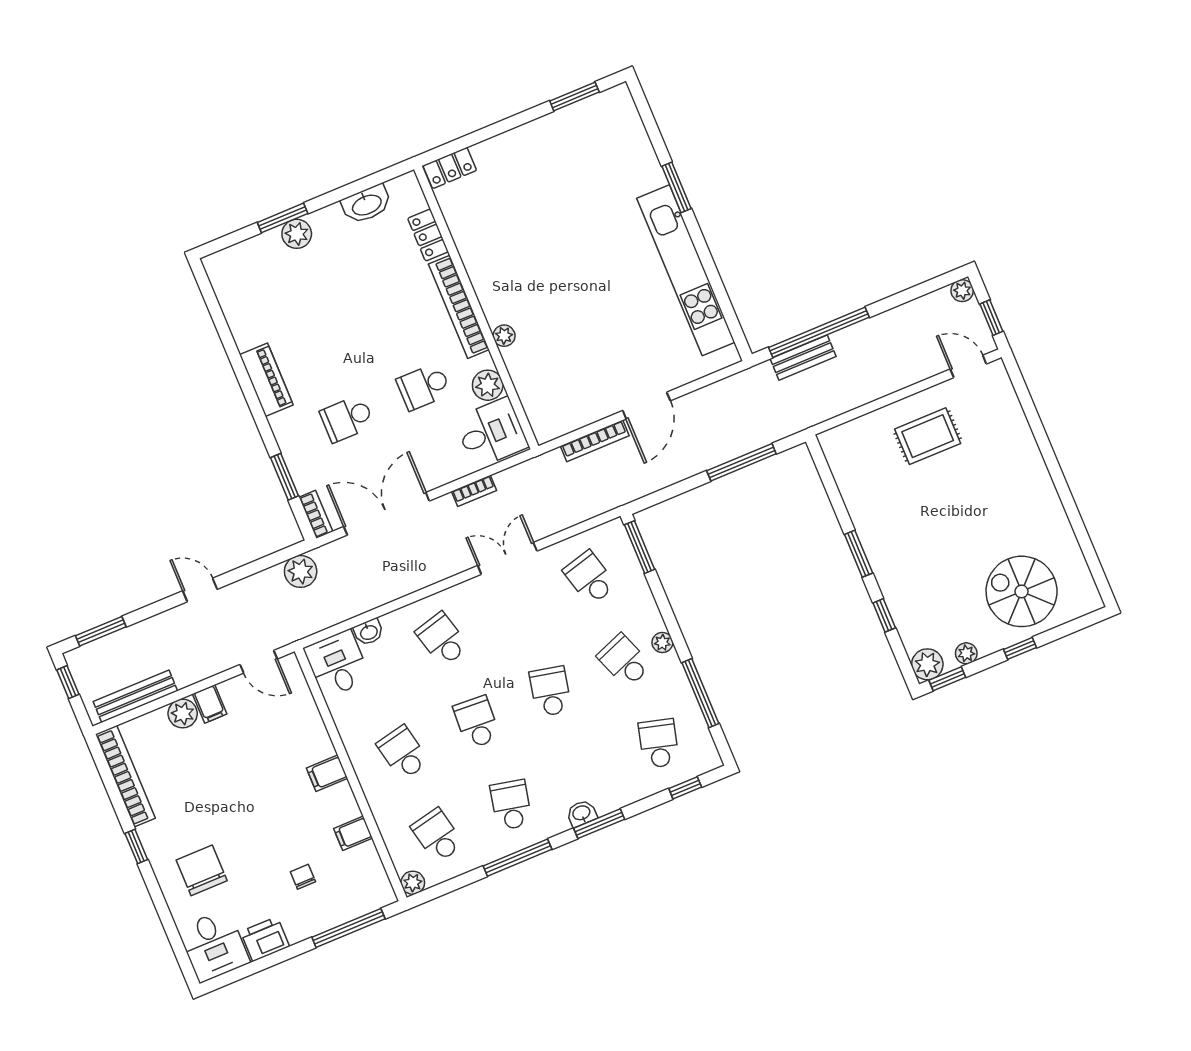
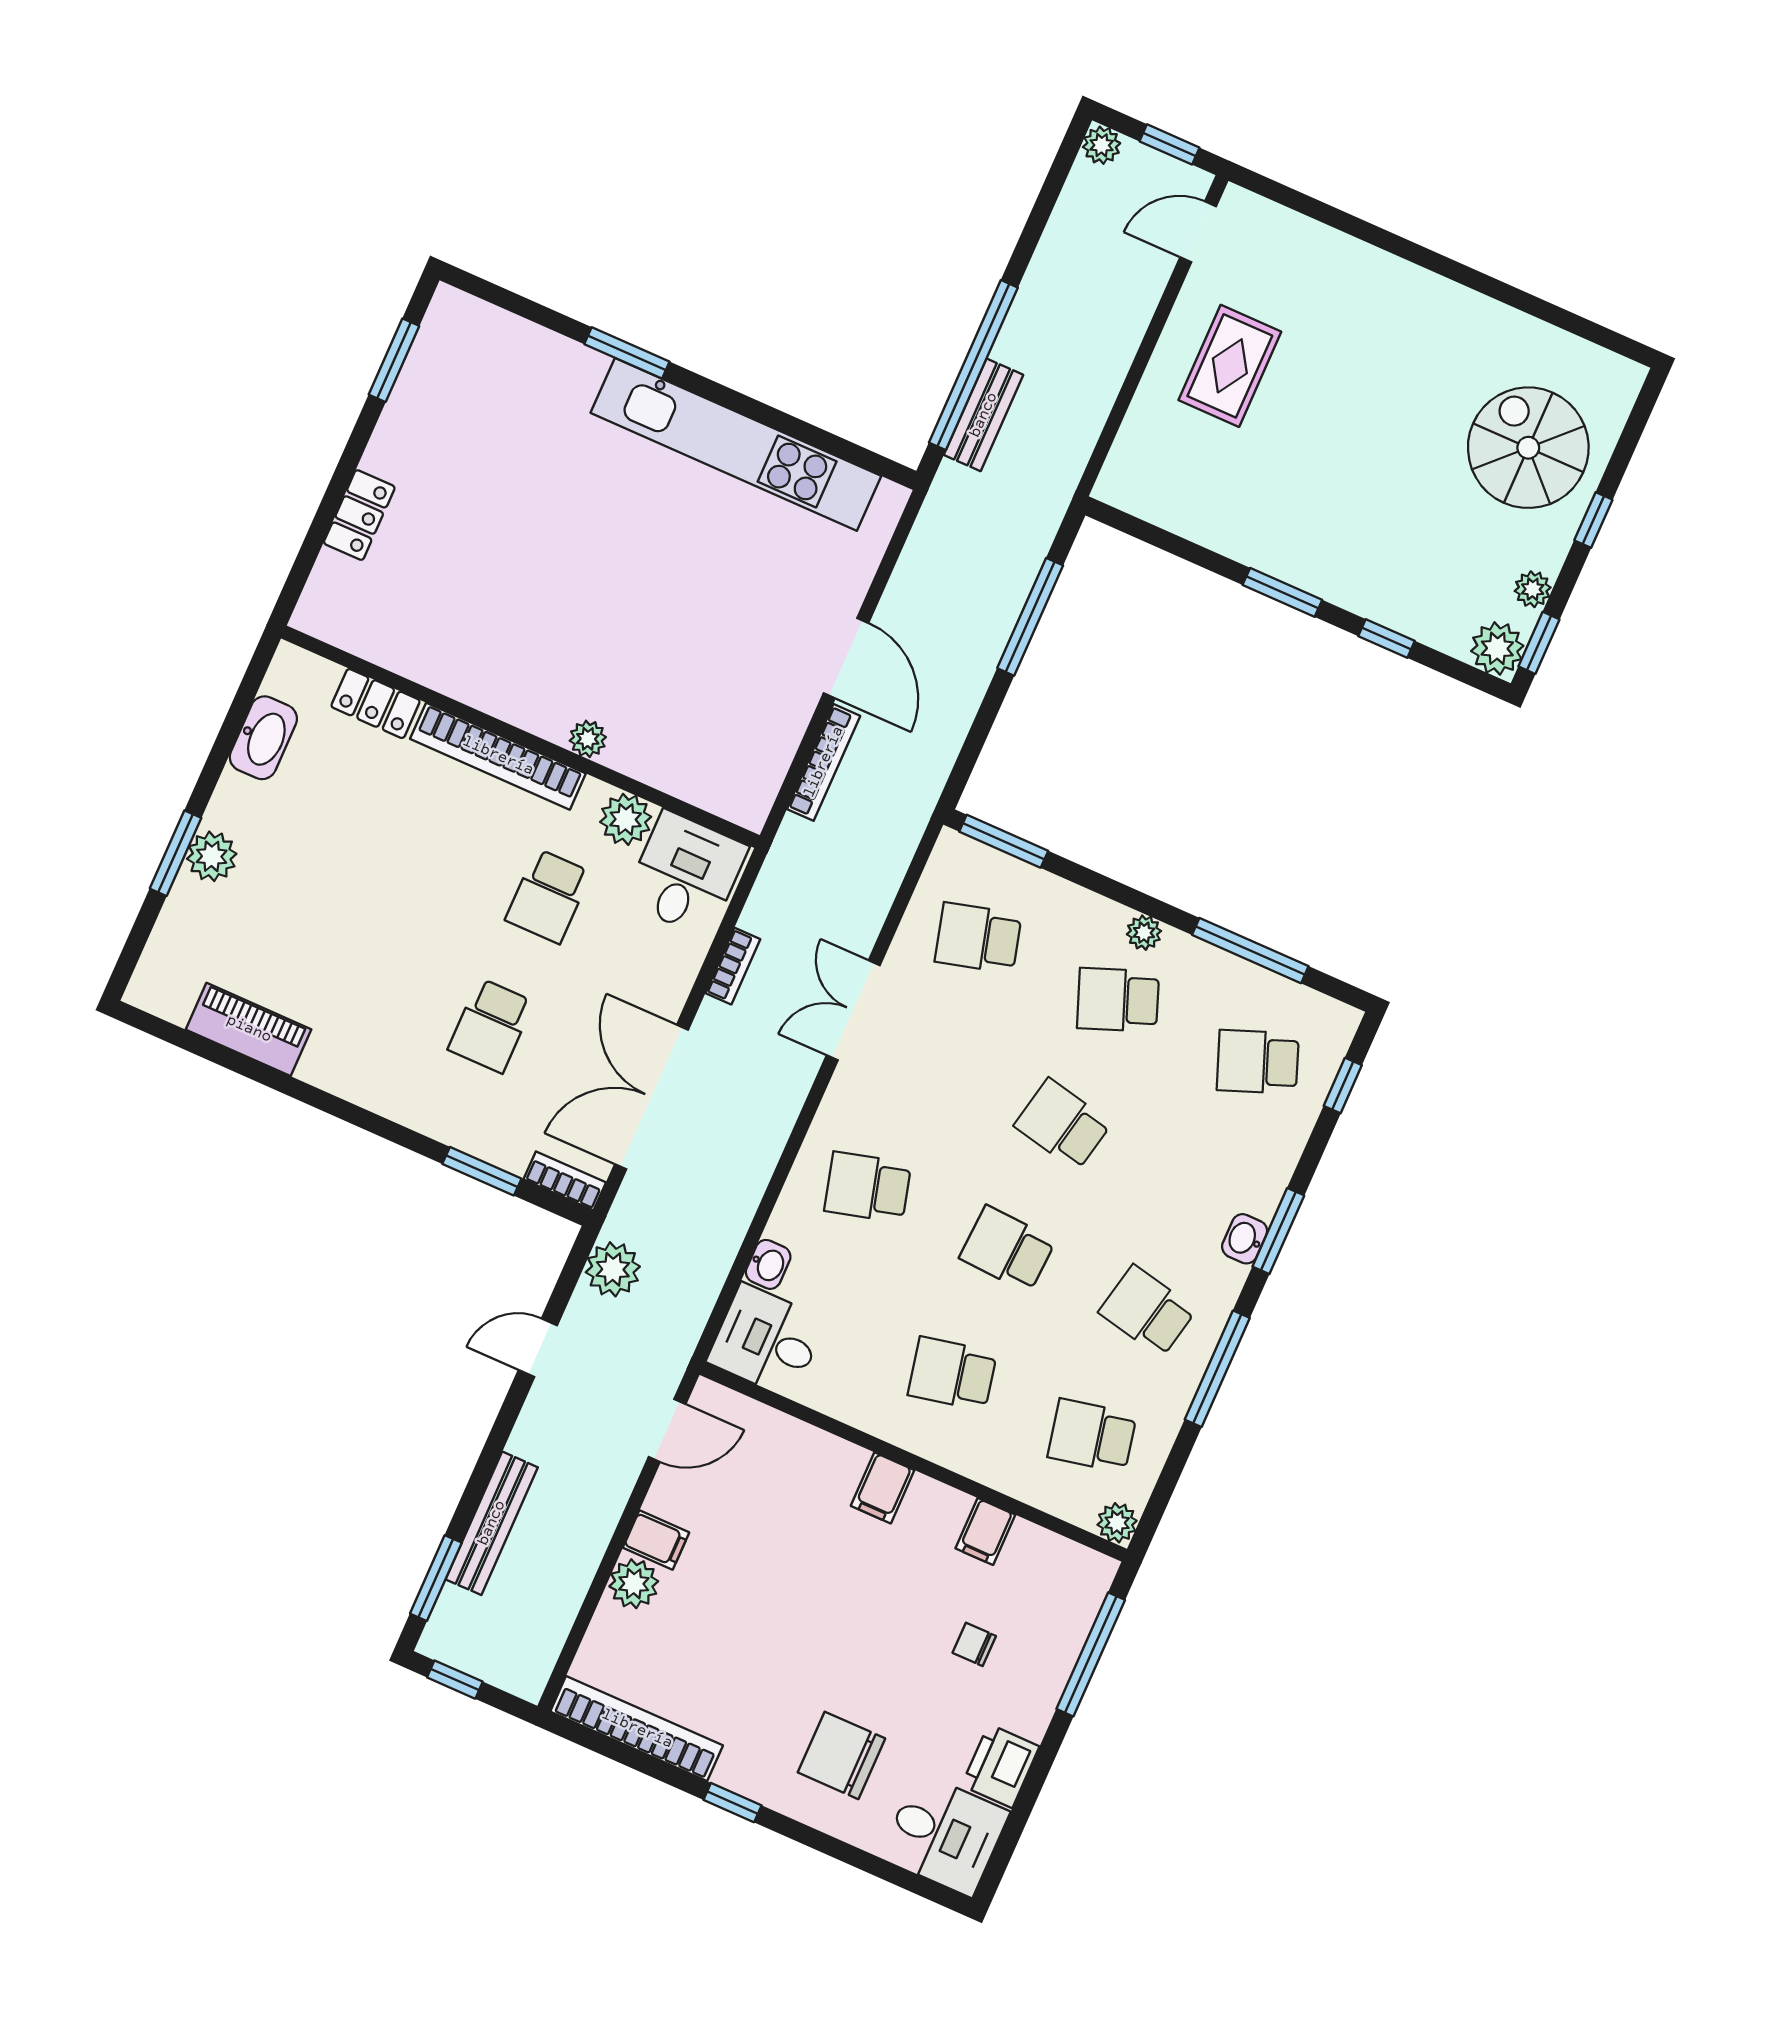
locker: (450, 168) -> (359, 515), moved
piano: (266, 380) -> (249, 1029), moved
door: (200, 590) -> (538, 1348), moved
spiral stairs: (1022, 591) -> (1528, 448), turned 90
bench: (135, 696) -> (492, 1523), moved
school desk: (659, 743) -> (1258, 1062), turned -36

